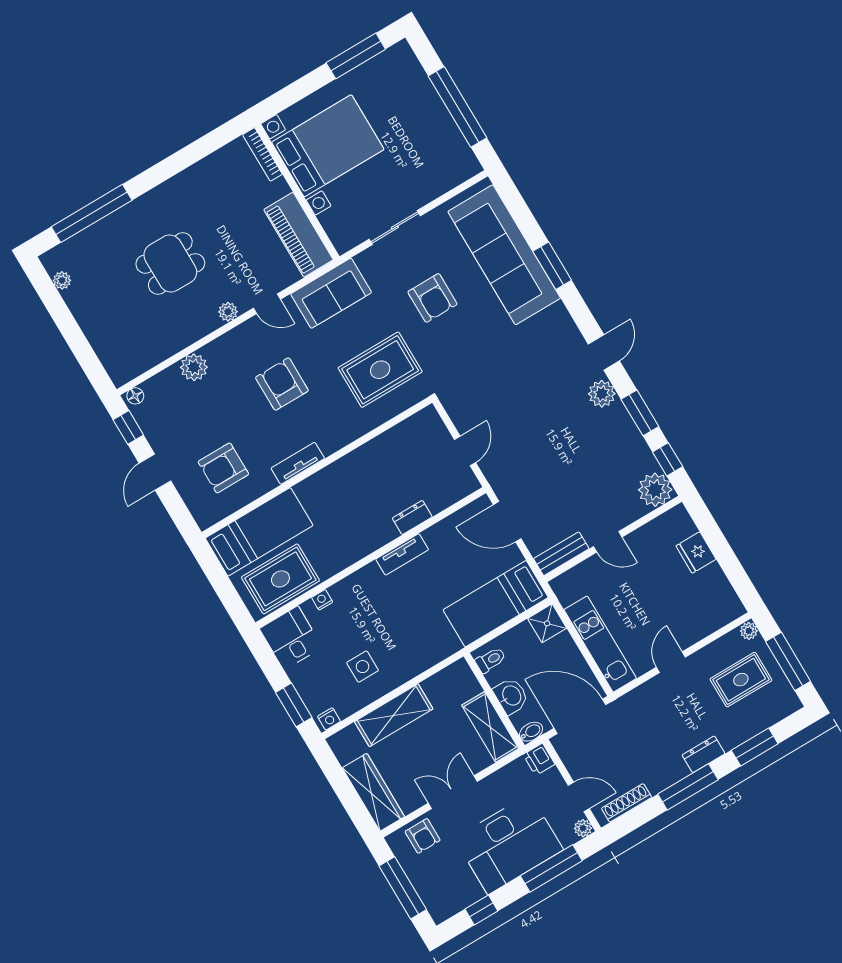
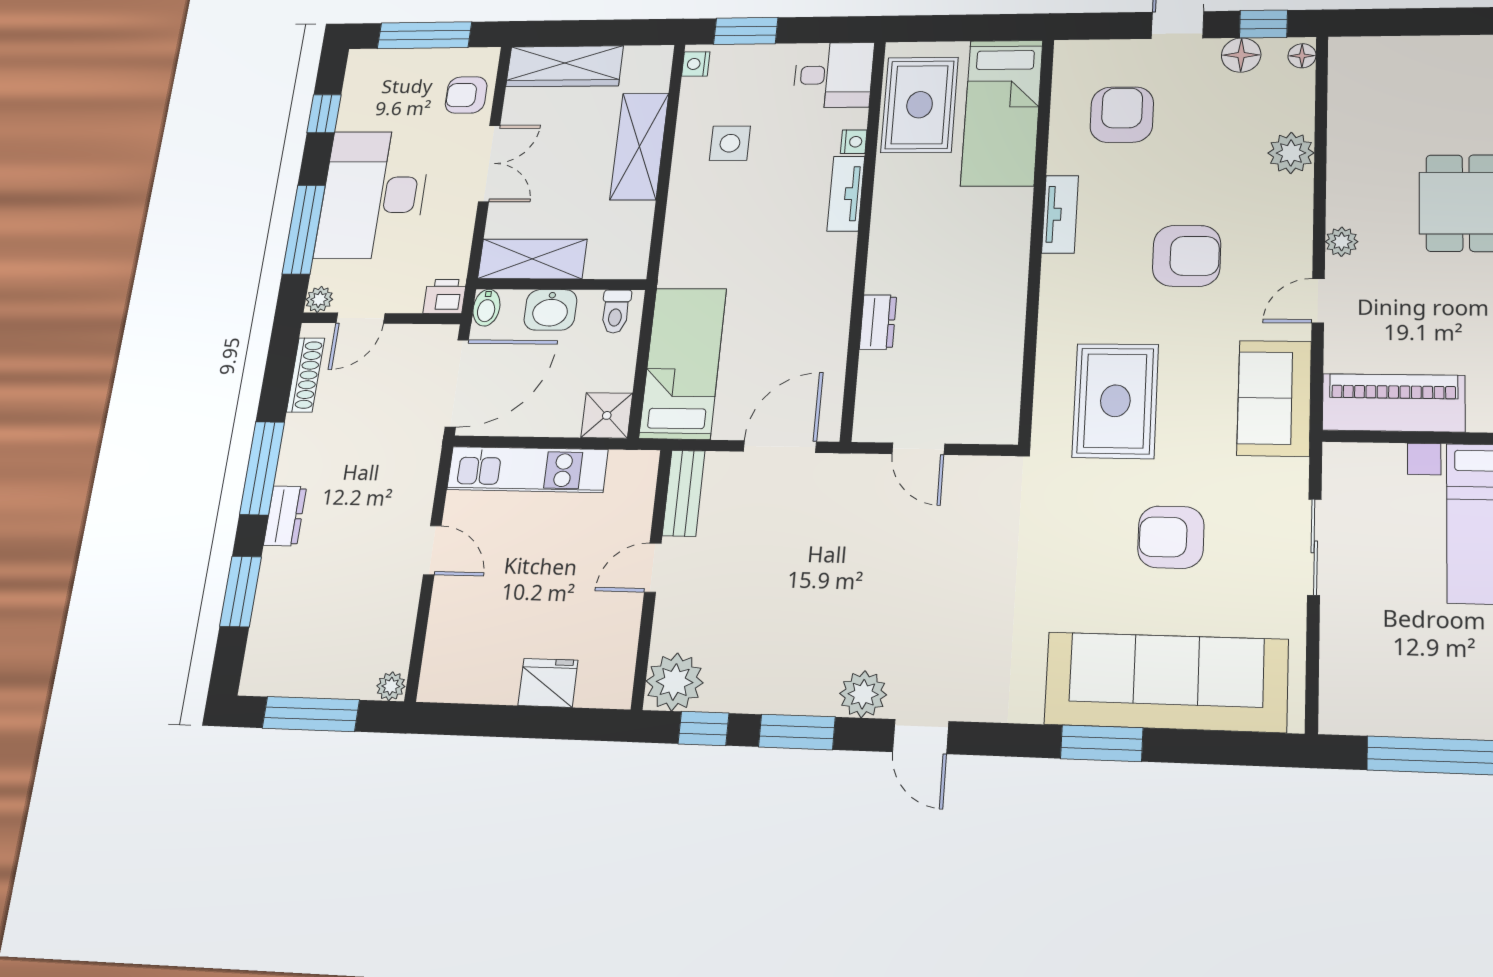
floor lamp: (153, 428) -> (1241, 55), added
tv unit: (402, 554) -> (846, 194), moved
rug: (741, 680) -> (338, 631), removed

